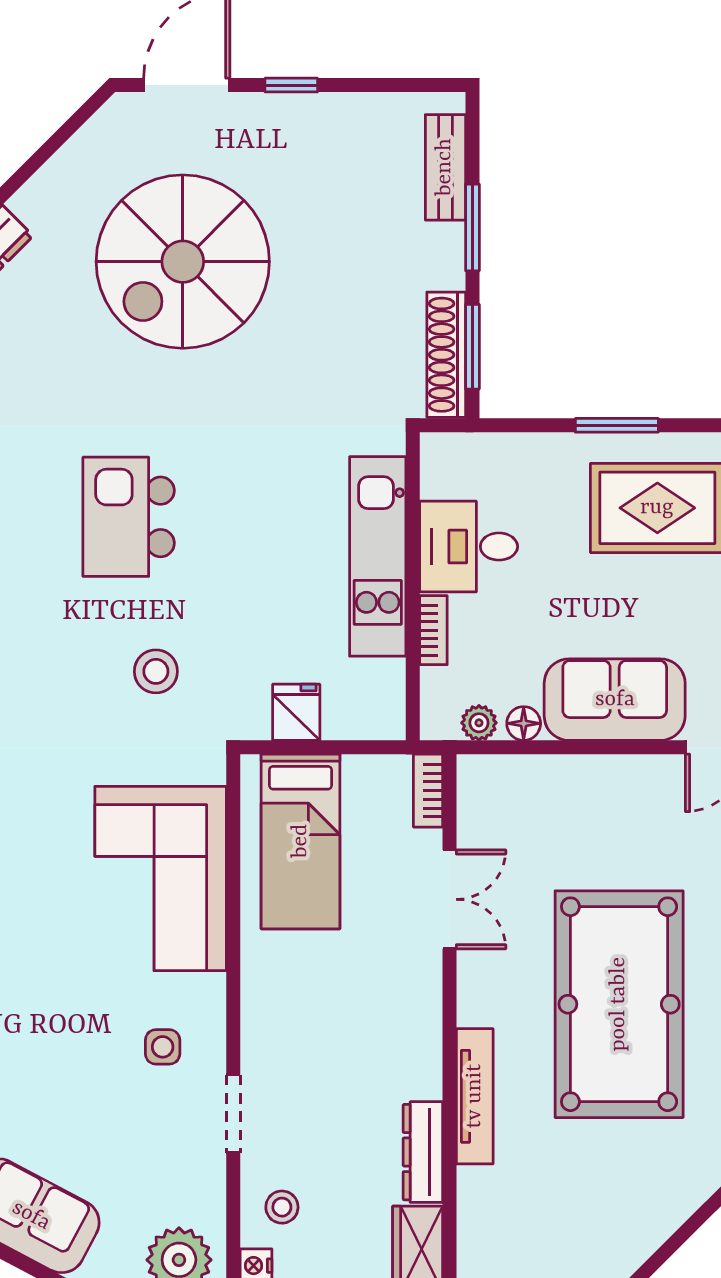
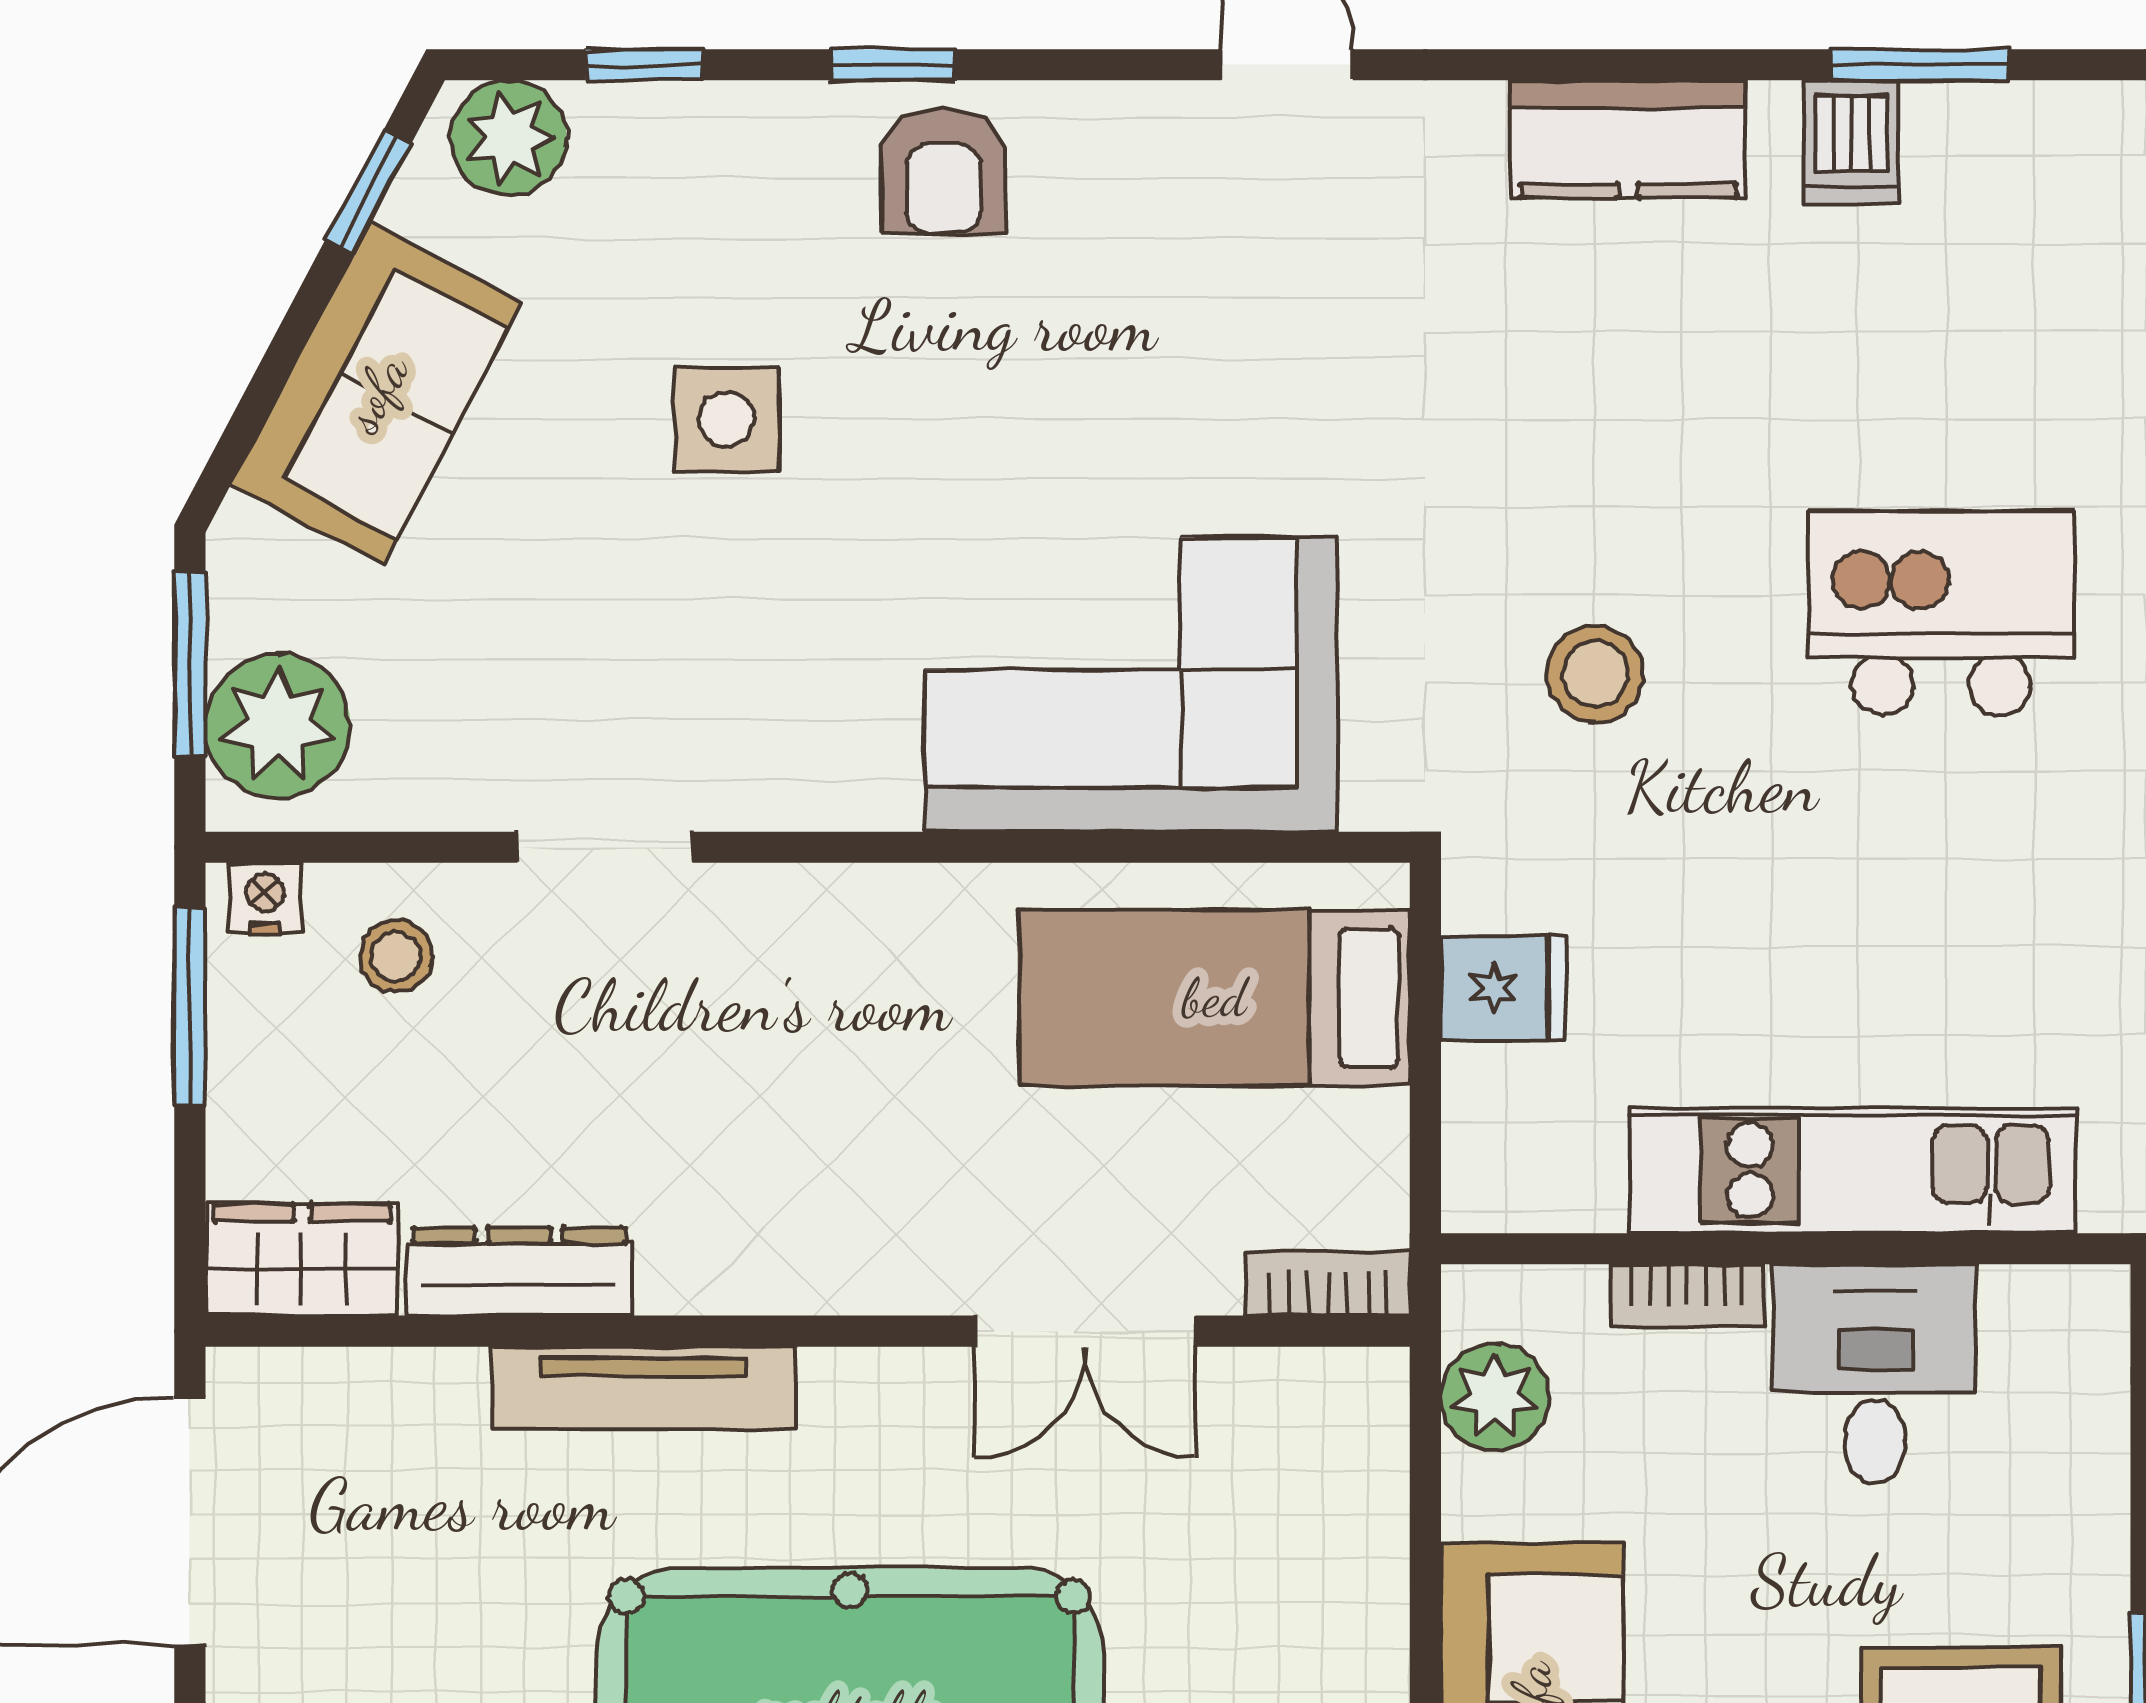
plant: (479, 723) -> (1495, 1397), width x1.38, depth x1.38
floor lamp: (524, 723) -> (1479, 1497), removed
side table: (163, 1047) -> (727, 419), moved, width x1.37, depth x1.37

